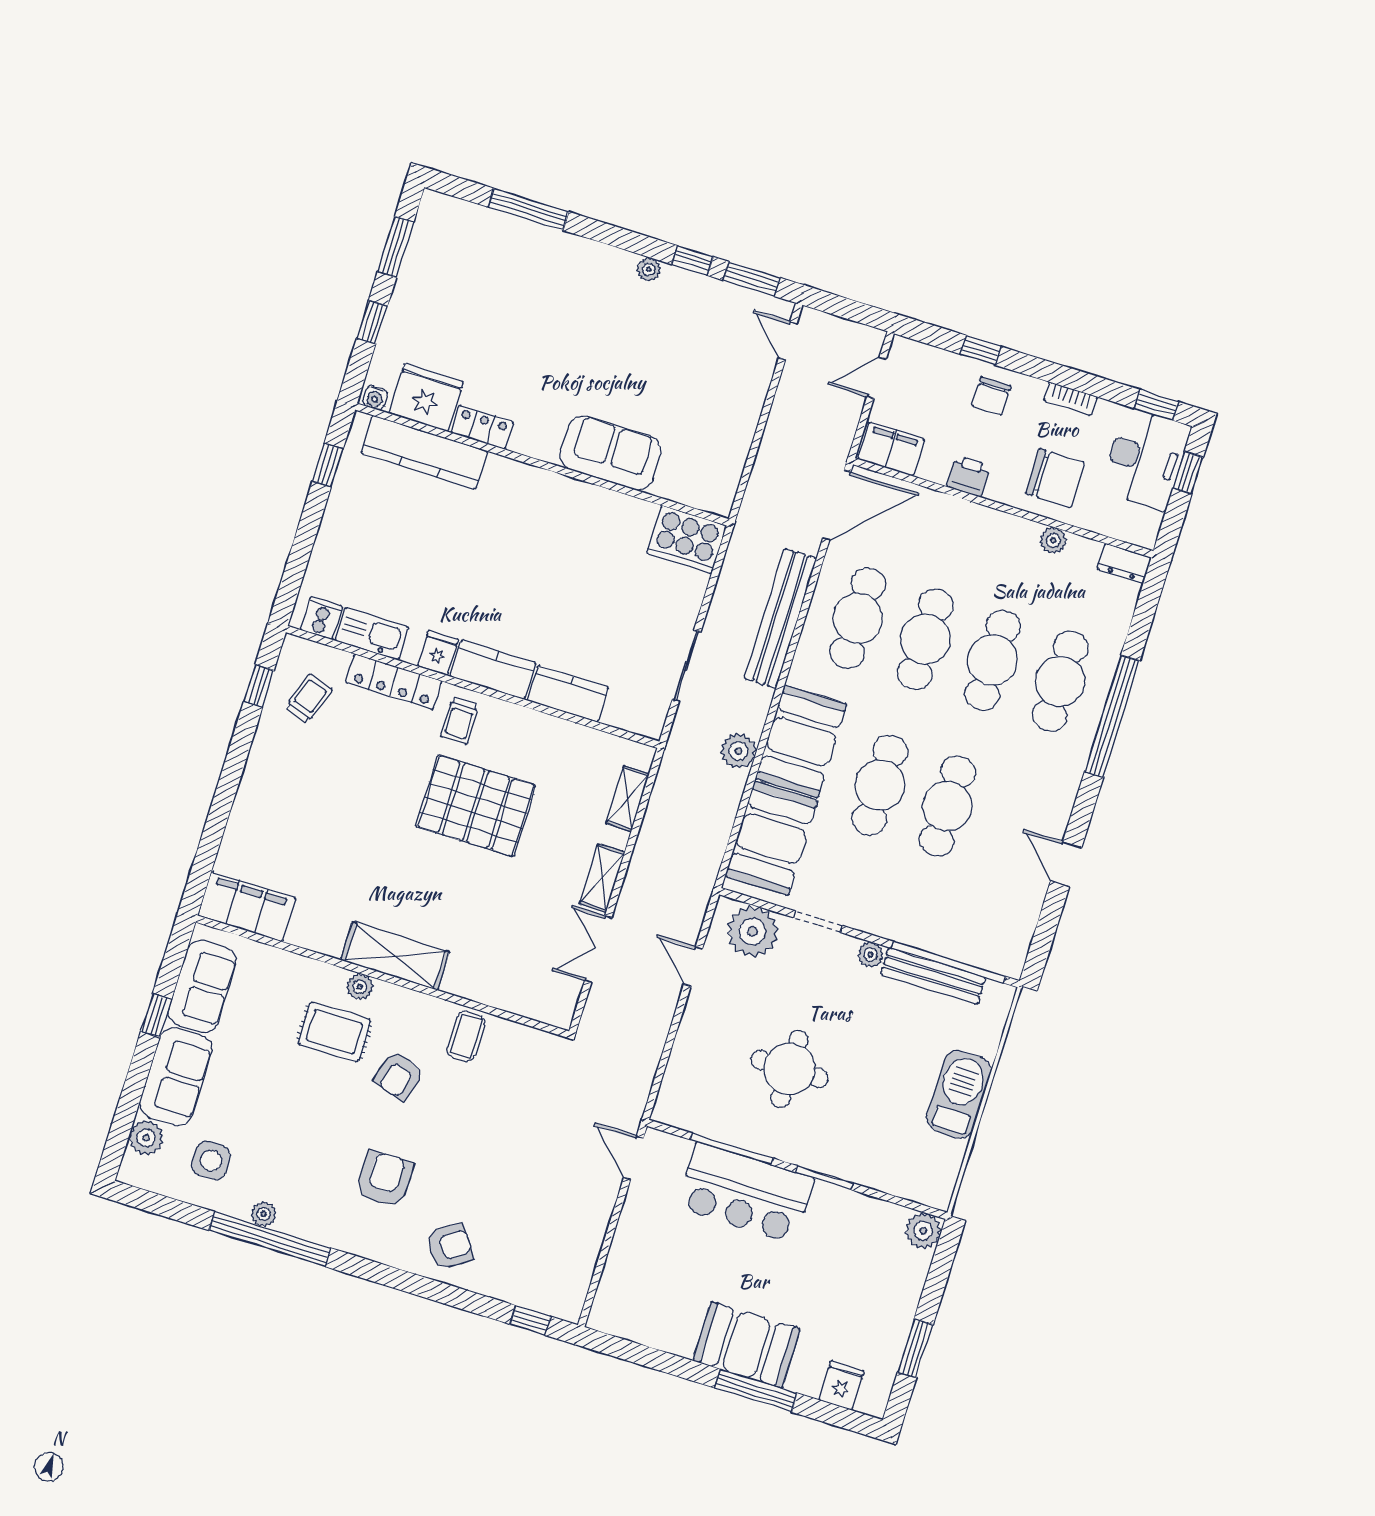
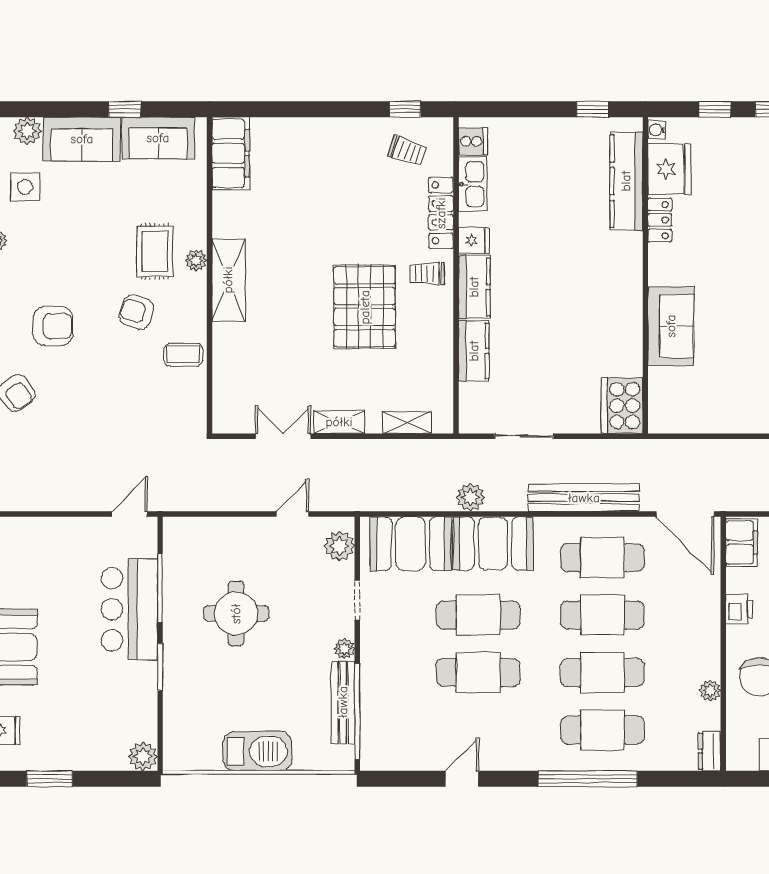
plant: (752, 931) -> (339, 546), width x0.73, depth x0.73

